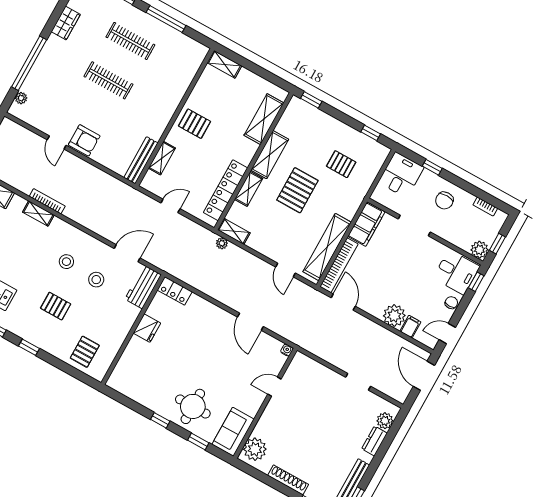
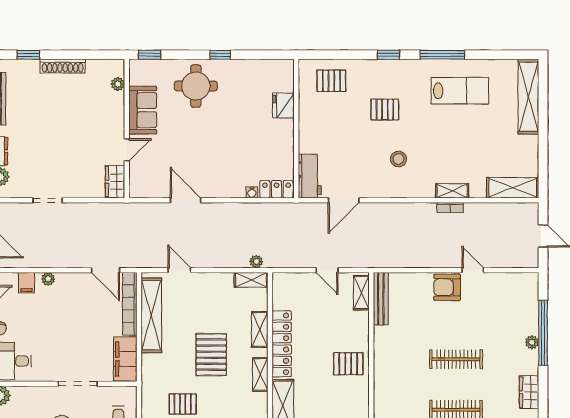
plant: (21, 98) -> (532, 342), moved
shelving: (270, 155) -> (260, 374), width x0.67, depth x0.75
shelving: (162, 158) -> (361, 293), moved
locker: (225, 190) -> (282, 344), moved
bookcase: (47, 201) -> (450, 208), width x0.64
door: (170, 206) -> (327, 270), hinge flipped
stool: (96, 280) -> (359, 158), removed
plant: (394, 316) -> (48, 279), width x0.53, depth x0.53
fridge: (147, 328) -> (283, 105), moved
water cooler: (287, 350) -> (252, 192), moved
pallet: (85, 352) -> (331, 81), turned 90
wardrobe: (297, 367) -> (115, 182), added
sofa: (233, 432) -> (143, 110), moved
window: (198, 441) -> (149, 55), moved
plant: (255, 449) -> (118, 84), width x0.53, depth x0.53

